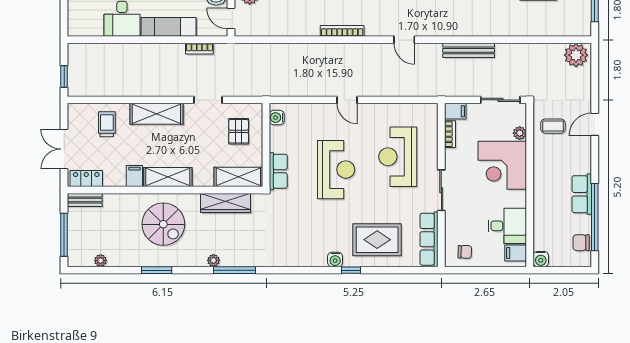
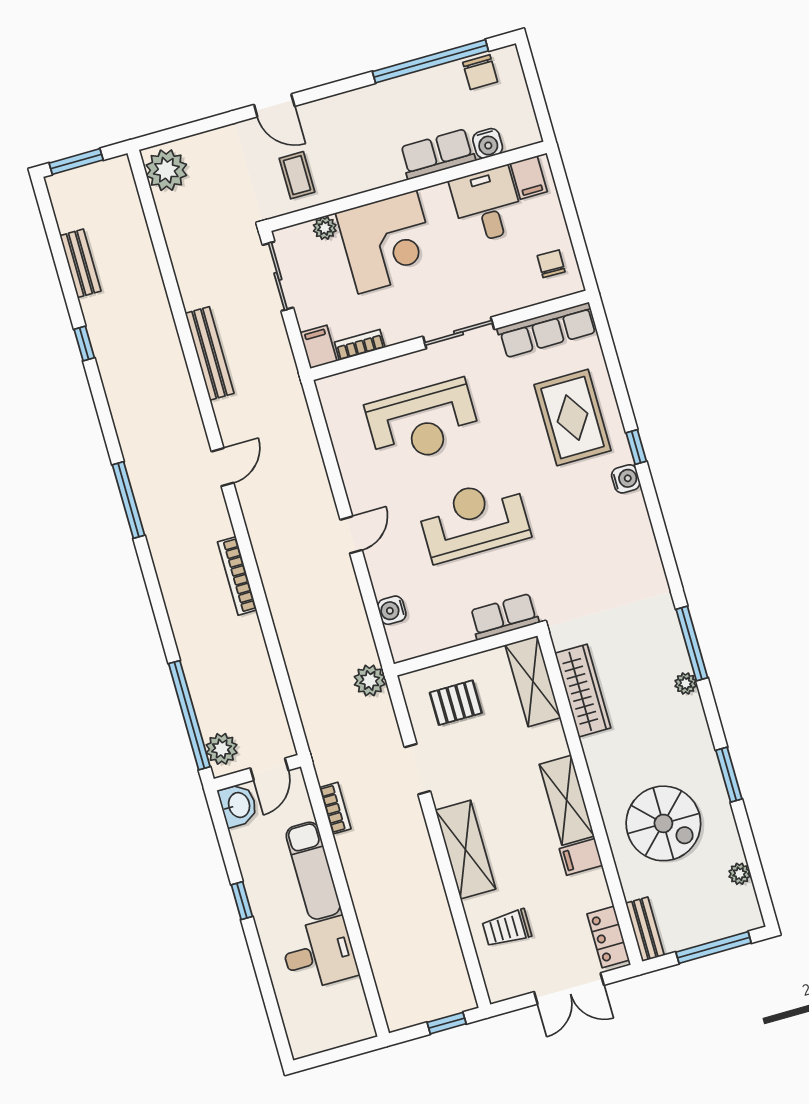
plant: (264, 87) -> (370, 680), added
water cooler: (277, 118) -> (392, 610), moved, turned 90
row of seats: (582, 194) -> (437, 154), moved, turned 180
spiral stairs: (163, 224) -> (663, 823), moved, turned 90
water cooler: (541, 259) -> (488, 143), moved, turned 90

